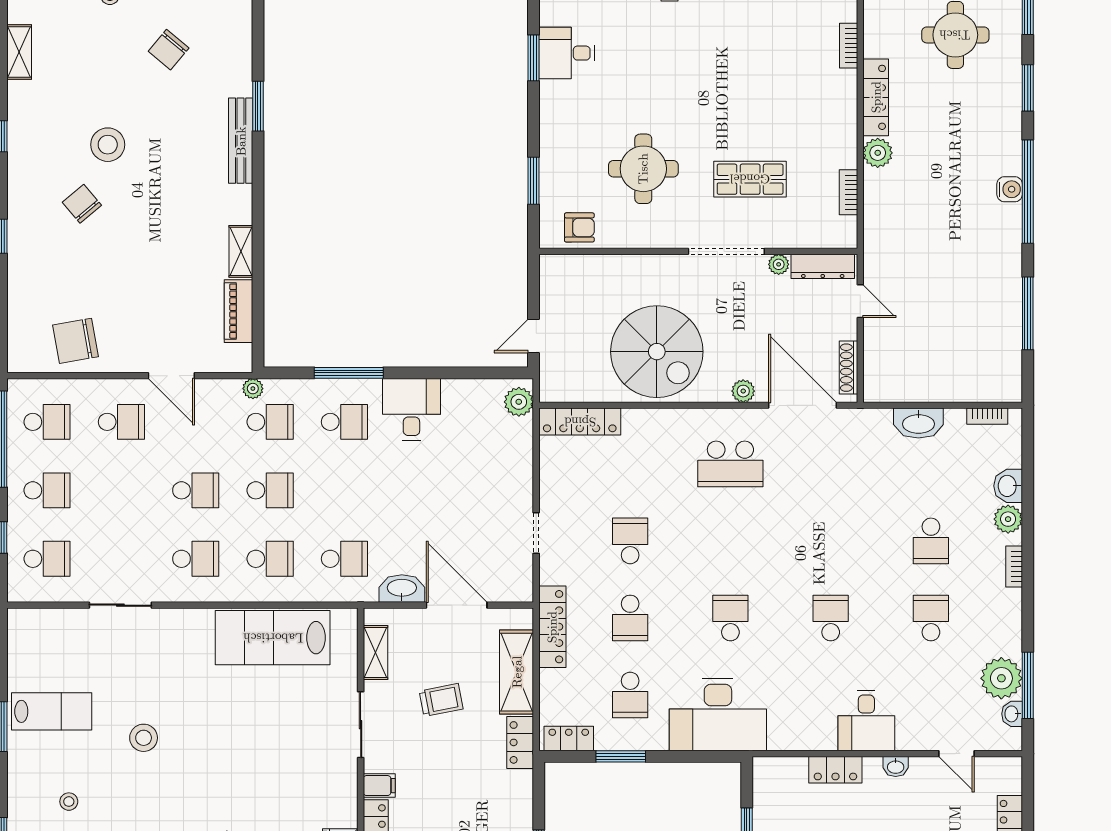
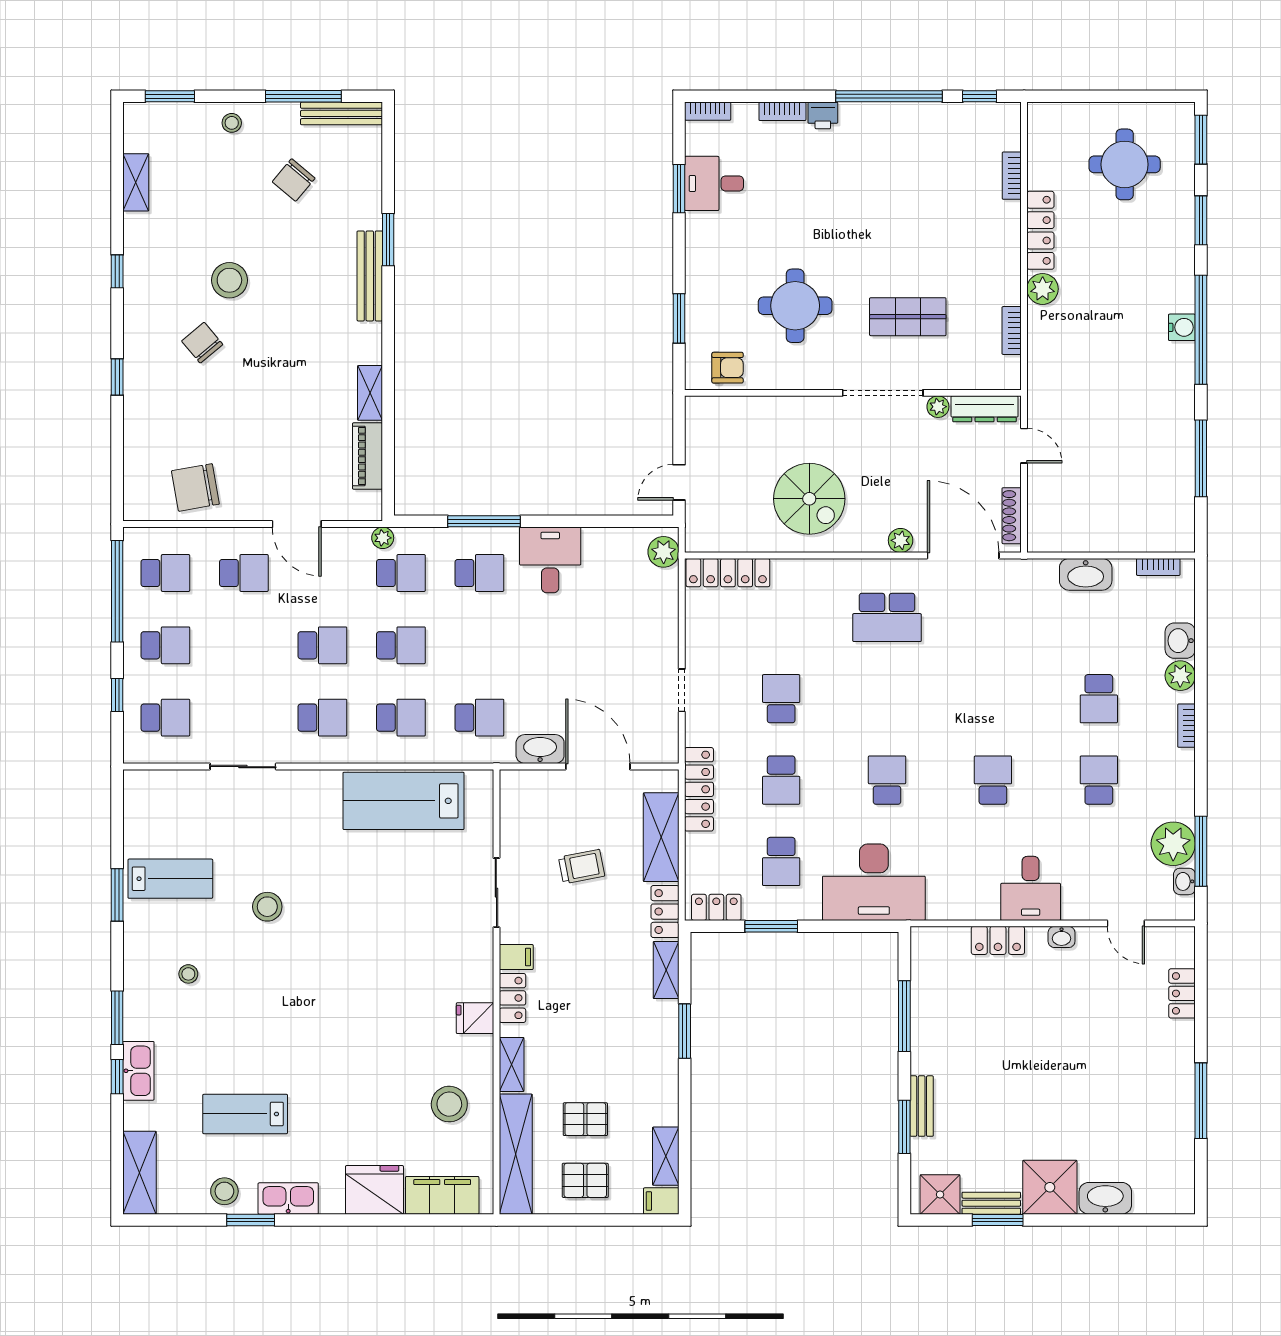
spiral stairs: (657, 352) -> (809, 499), width x0.73, depth x0.73
shelving: (375, 652) -> (666, 970), moved

